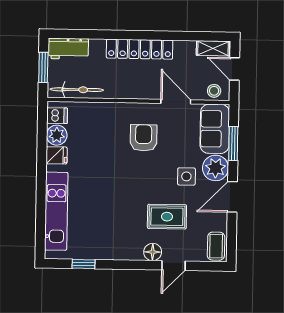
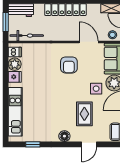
armchair: (144, 138) -> (69, 65), turned 180
rug: (167, 217) -> (84, 114), turned 90
floor lamp: (153, 252) -> (64, 136), moved

